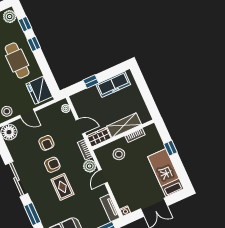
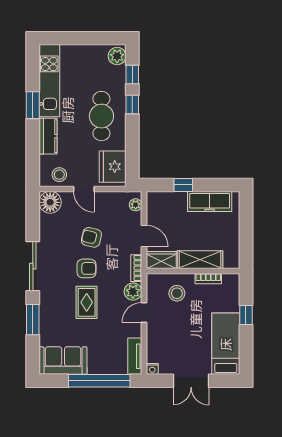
armchair: (46, 143) -> (91, 237), turned 103

